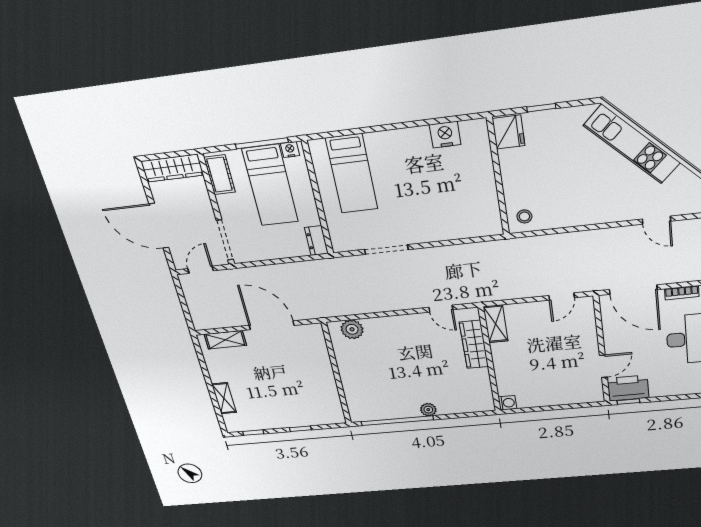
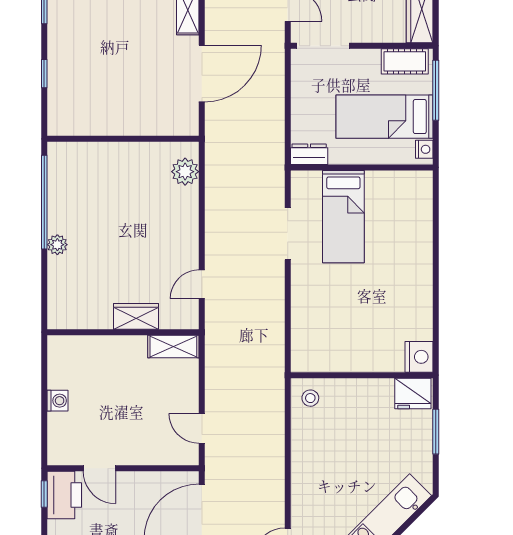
window: (541, 108) -> (436, 432), width x1.50
nightstand: (445, 135) -> (419, 357), moved
window: (262, 143) -> (436, 90), moved
bed: (352, 174) -> (343, 217), moved, turned -90
wardrobe: (474, 344) -> (136, 316), width x0.67
washing machine: (507, 403) -> (58, 401), moved, turned -90

